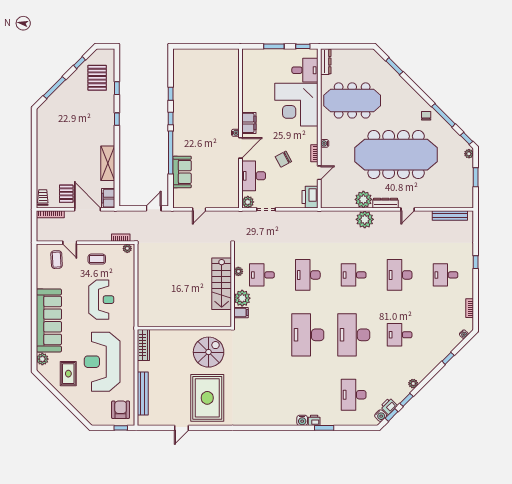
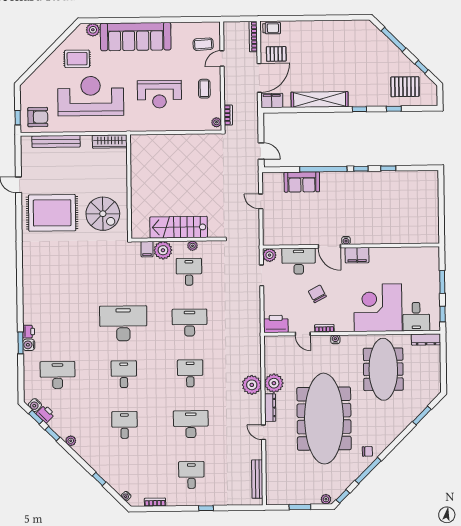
shelving: (108, 163) -> (320, 99), width x1.47
desk: (354, 335) -> (124, 374), width x0.53, depth x0.77
water cooler: (302, 420) -> (29, 345), moved

